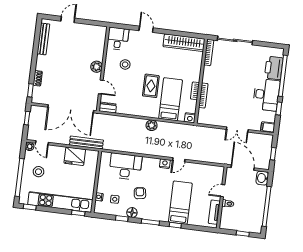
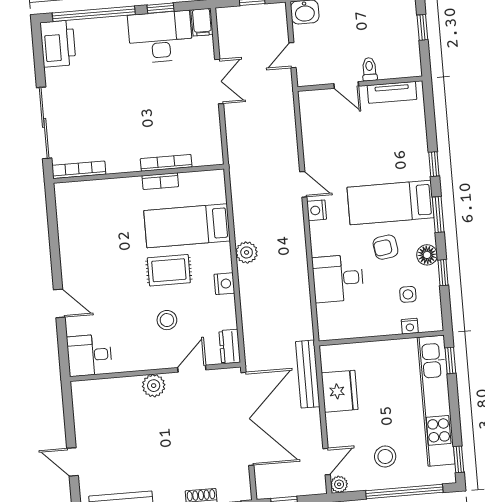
door: (146, 29) -> (59, 303), swing flipped
wardrobe: (184, 43) -> (70, 223), removed
stool: (125, 64) -> (167, 320), moved
printer: (274, 68) -> (58, 44), moved, turned -90
desk: (266, 95) -> (160, 37), moved
nightstand: (190, 118) -> (224, 284), moved
desk: (125, 166) -> (338, 278), width x0.73
door: (243, 168) -> (292, 55), width x0.53
bed: (180, 203) -> (391, 202), moved

